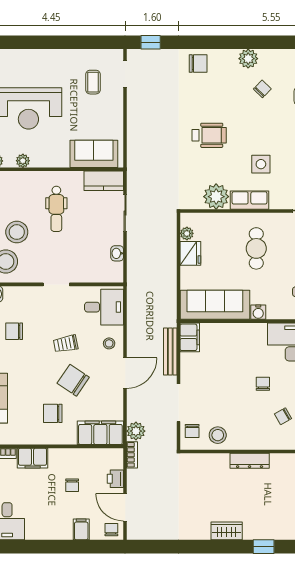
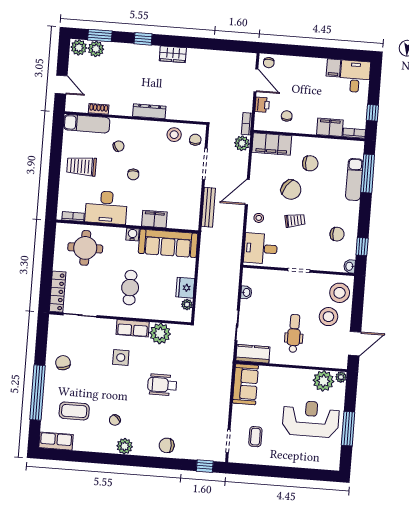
sofa: (94, 154) -> (245, 384), moved, turned -90
plant: (23, 161) -> (323, 381), width x1.88, depth x1.88
filing cabinet: (190, 337) -> (154, 219), moved, turned 90
chair: (72, 485) -> (287, 116), moved
filing cabinet: (81, 529) -> (333, 68), moved

